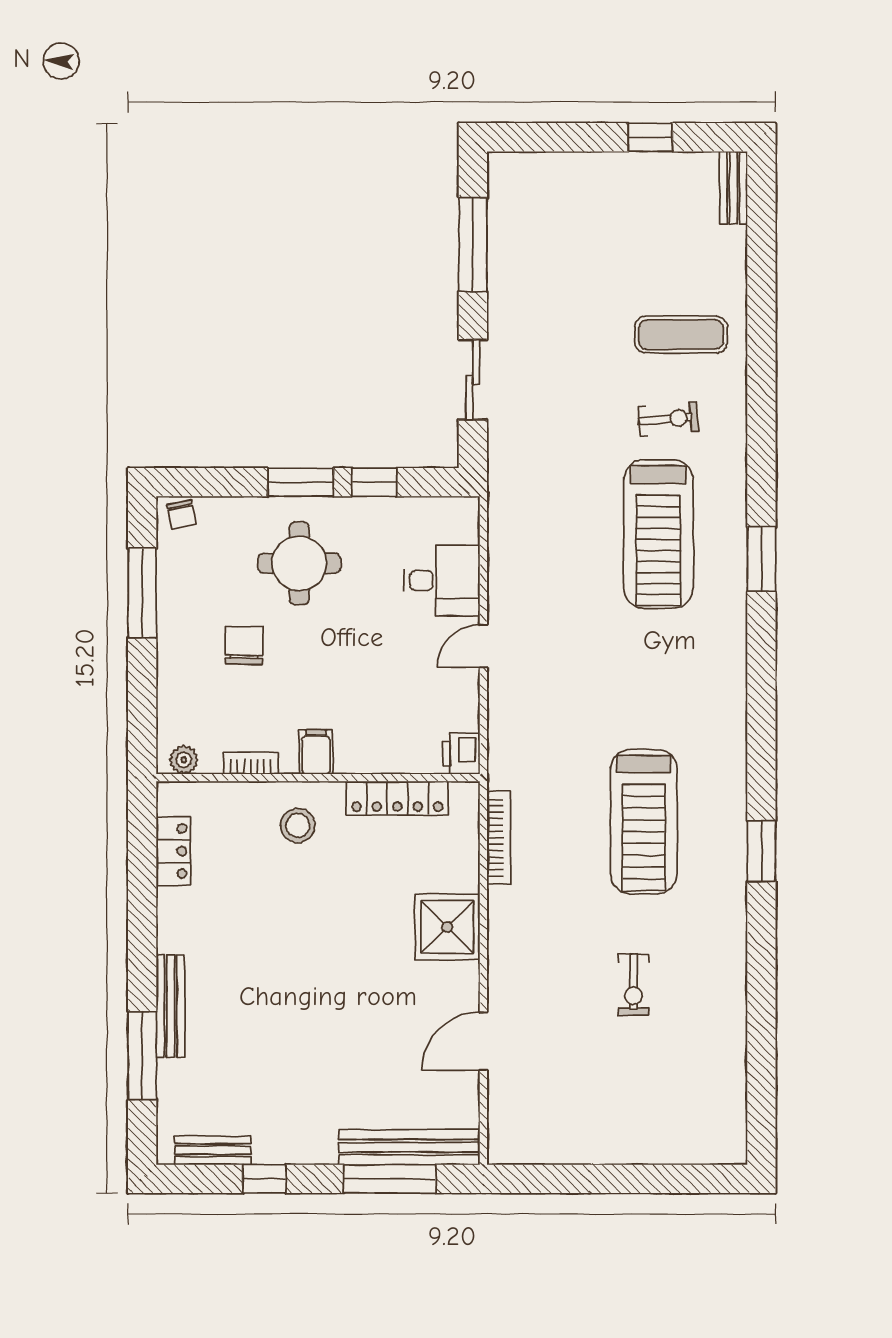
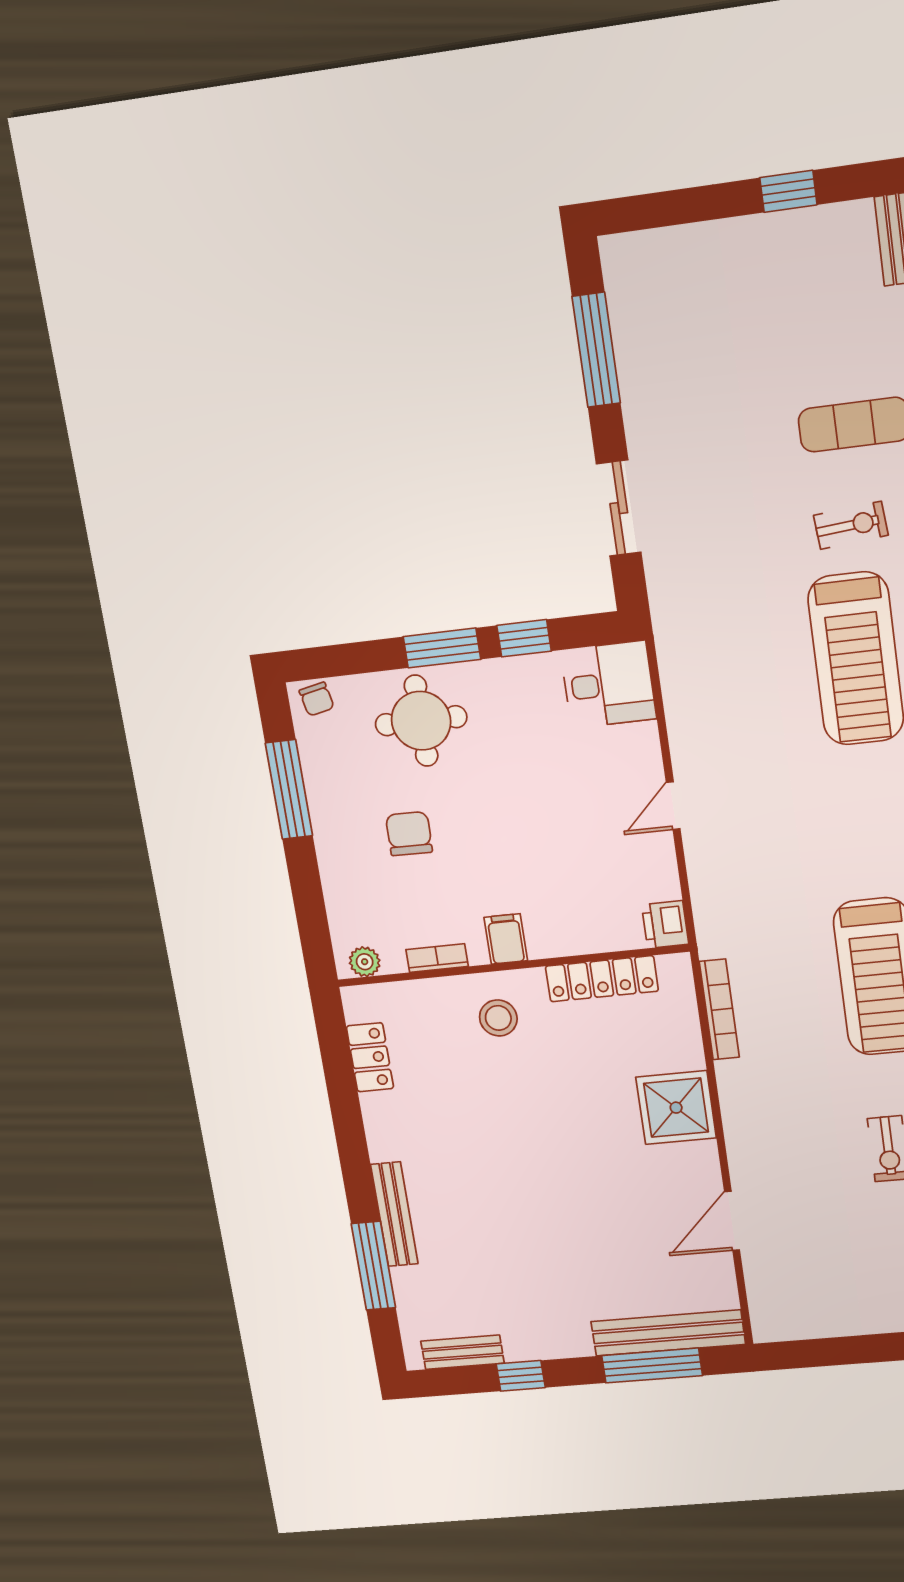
round table: (299, 563) -> (421, 721), moved
desk: (442, 580) -> (608, 684), moved

